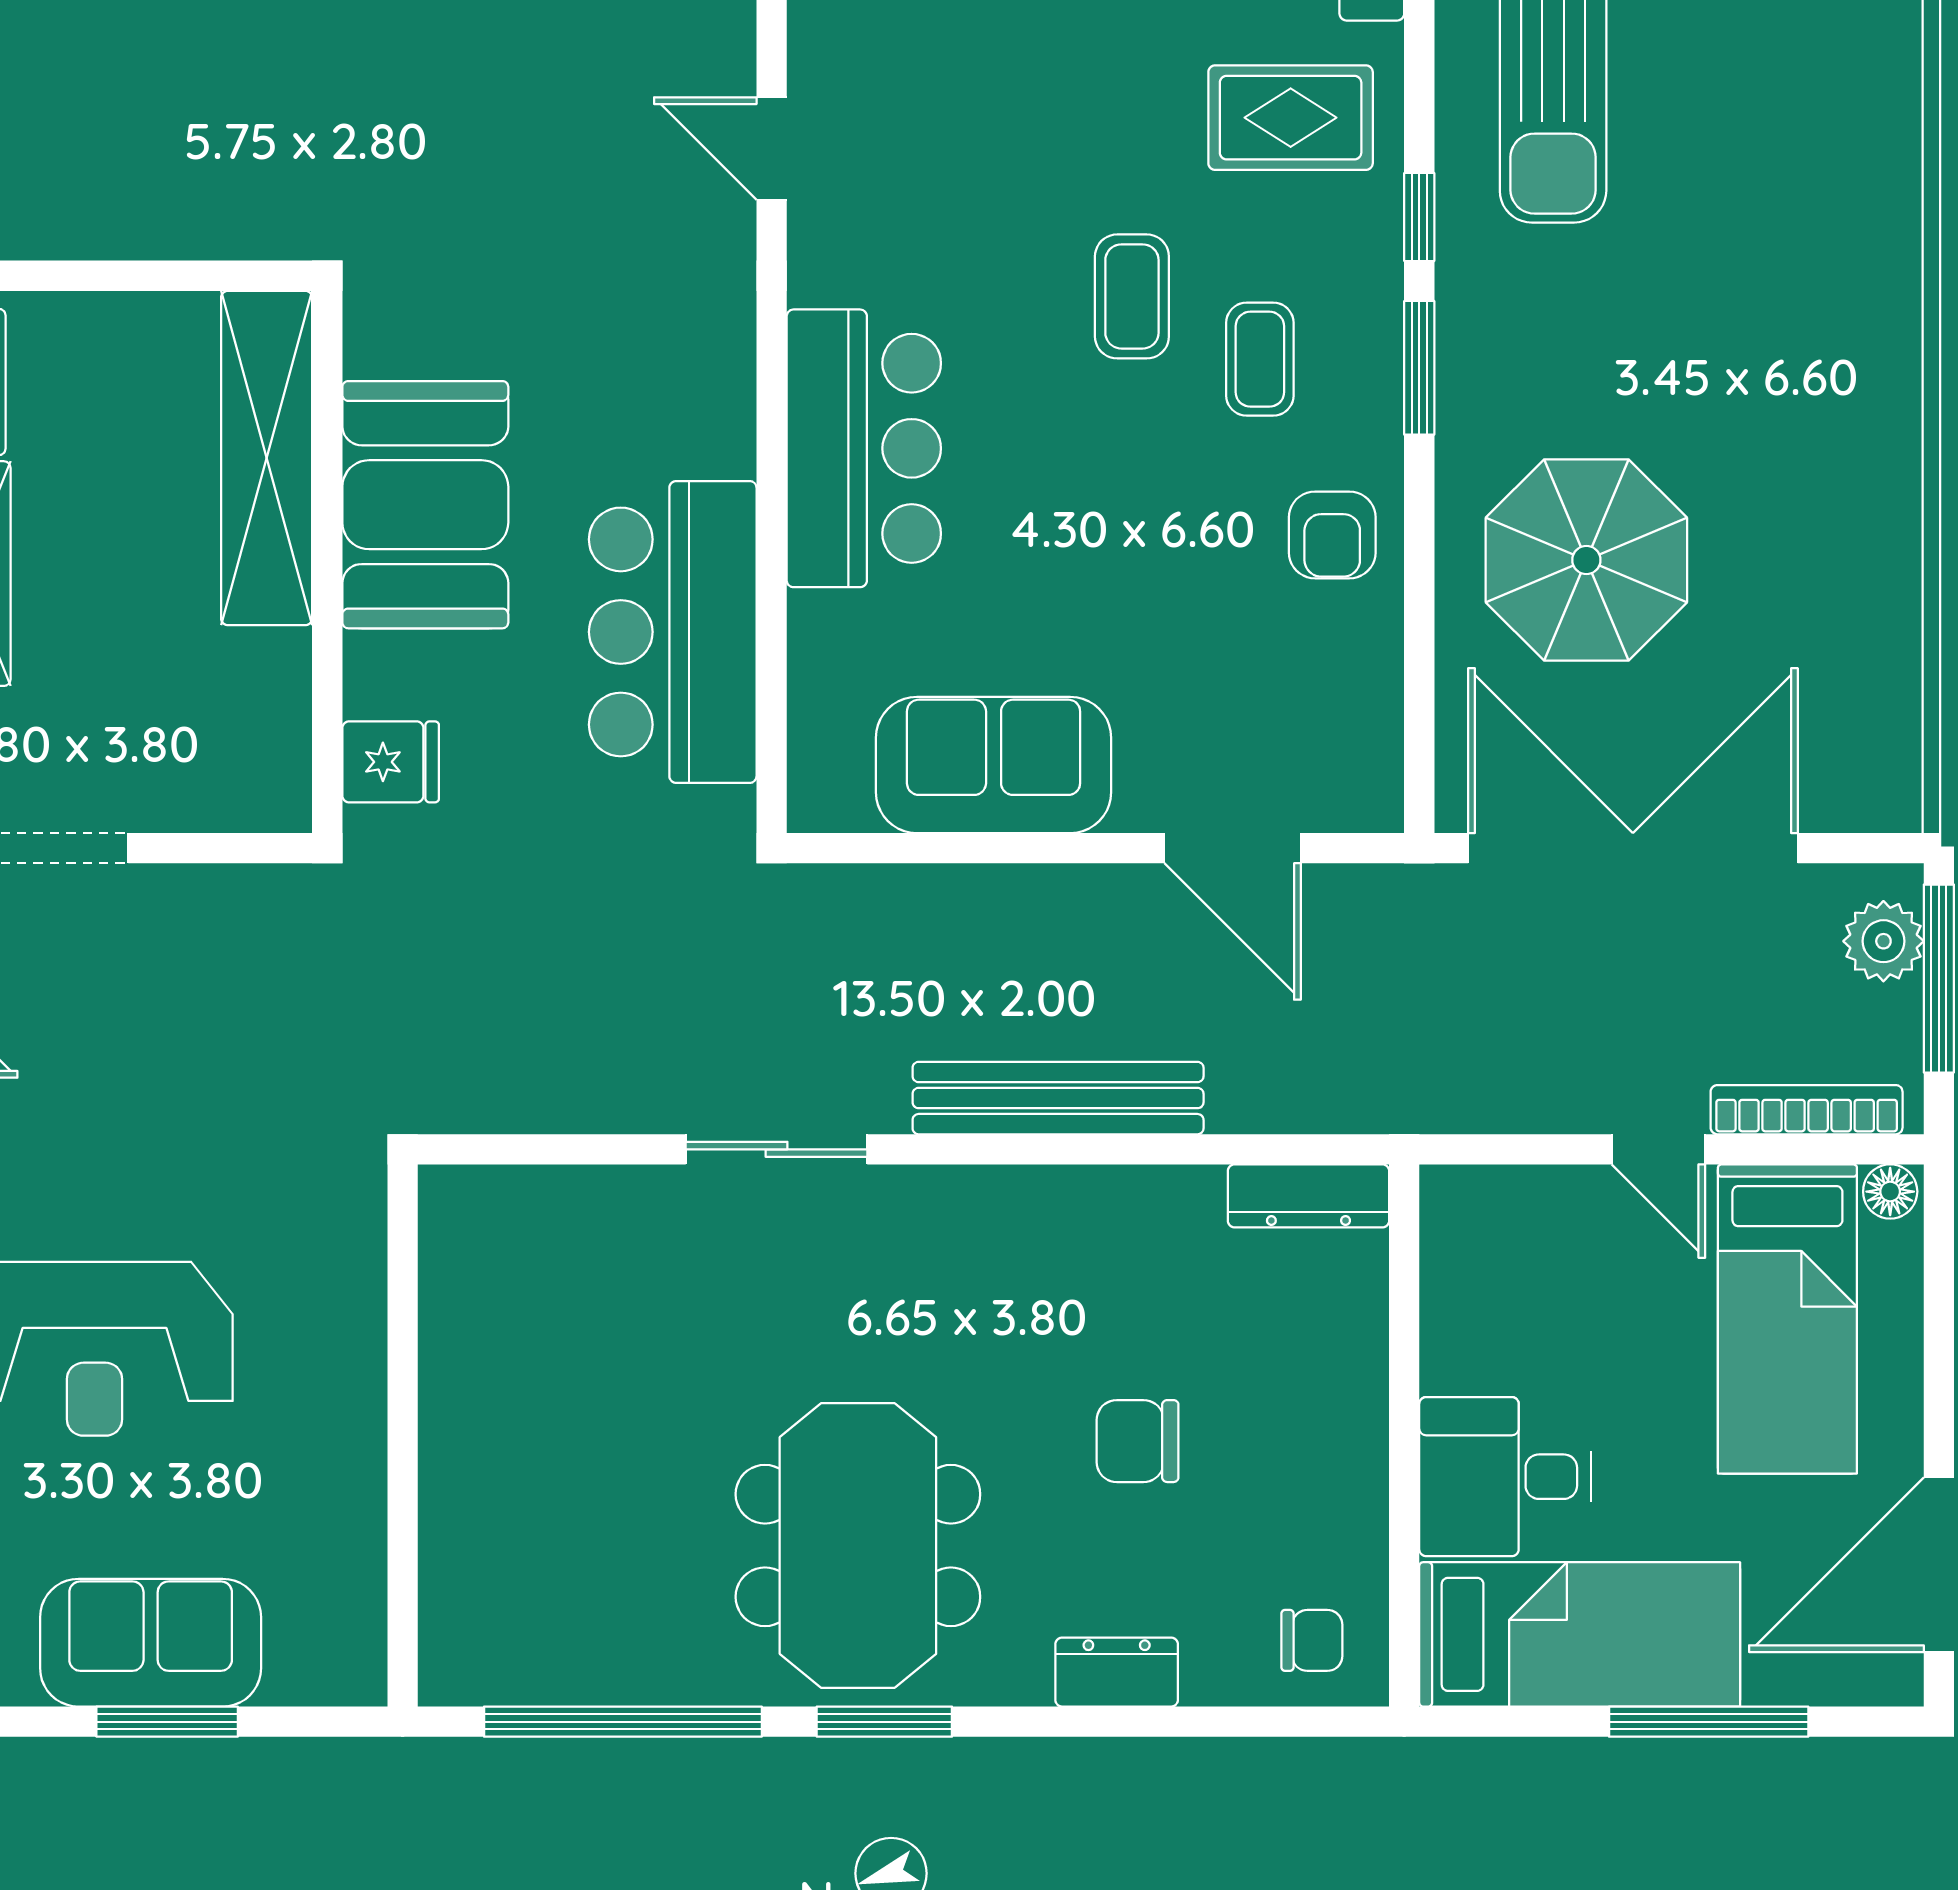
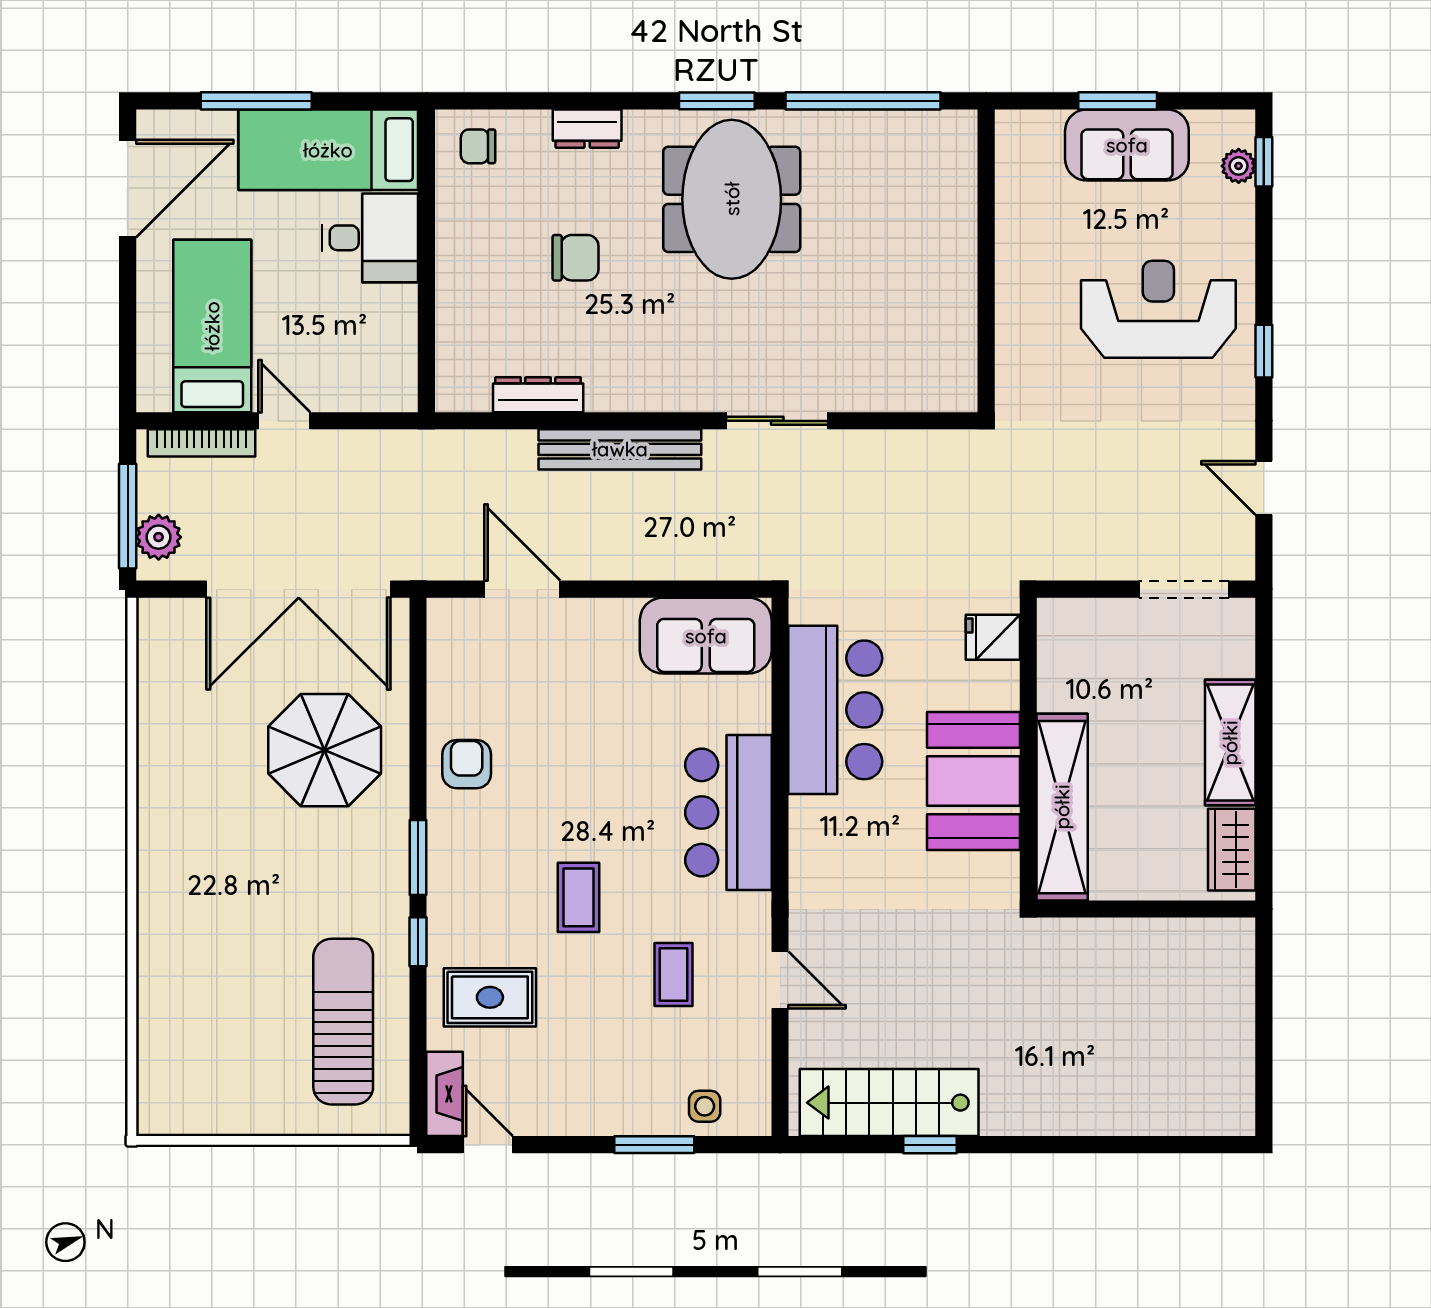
coffee table: (1260, 359) -> (673, 975), moved
sofa: (994, 765) -> (706, 636), moved
floor lamp: (1890, 1192) -> (155, 397), removed
dresser: (1308, 1196) -> (538, 395), moved

